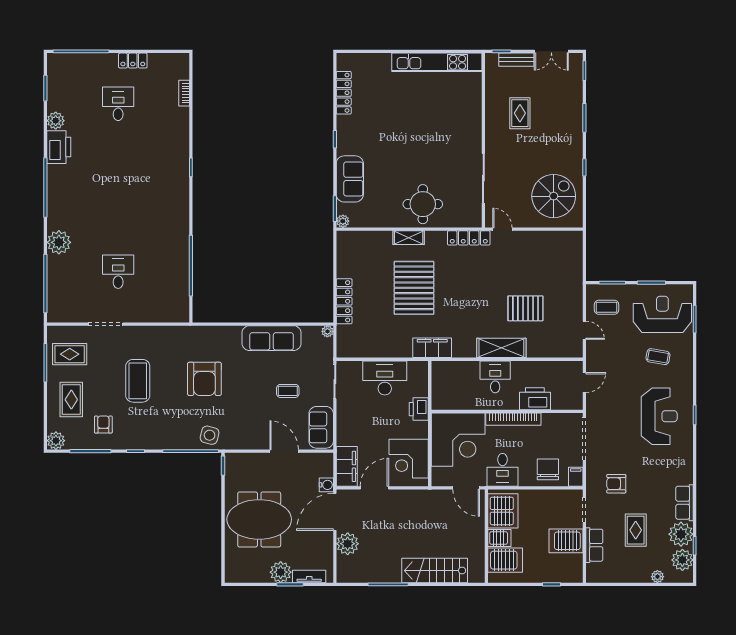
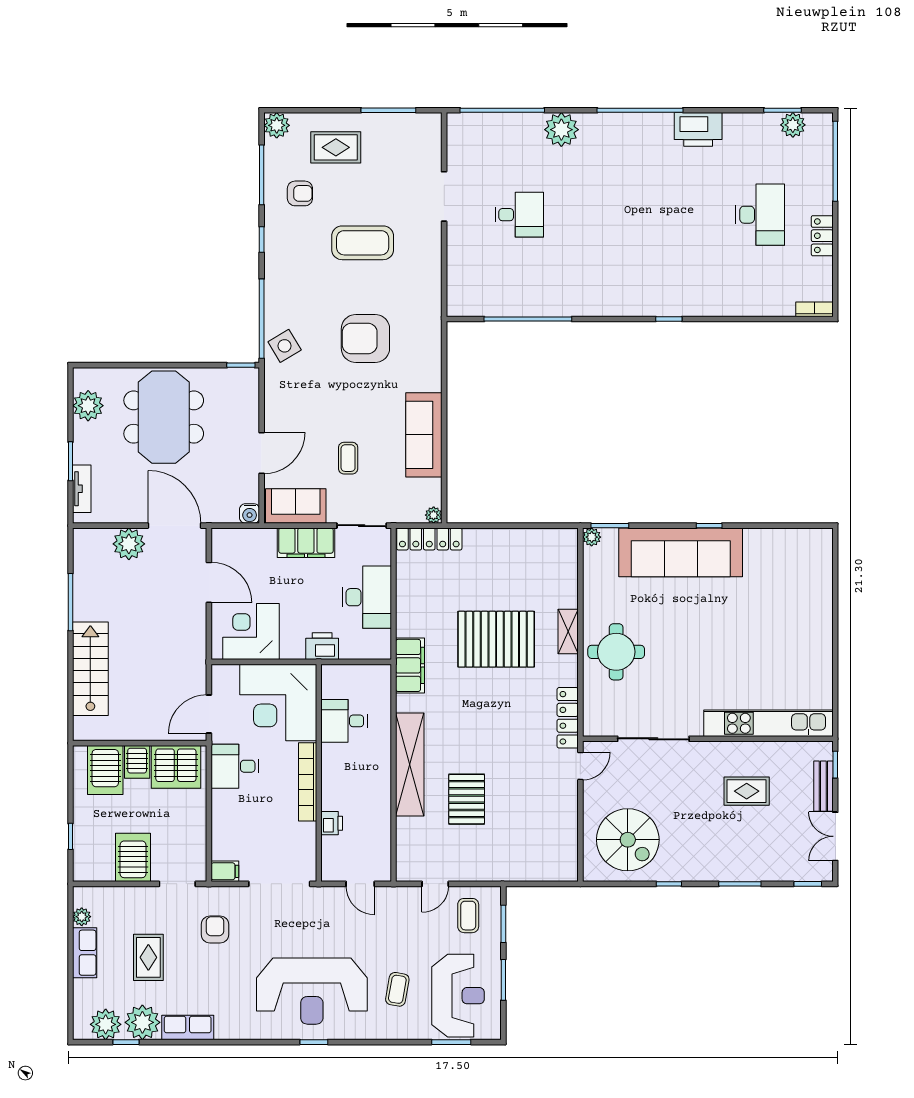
kitchen unit: (437, 62) -> (769, 723), moved, turned 90
bookcase: (184, 93) -> (814, 309), moved
locker: (344, 93) -> (776, 538), removed
desk: (118, 104) -> (760, 215), width x1.37
plant: (56, 121) -> (793, 125), moved
sofa: (350, 179) -> (681, 552), width x1.85, depth x1.27
locker: (344, 301) -> (429, 539), moved
shelving: (501, 348) -> (410, 765), width x1.47
rug: (70, 354) -> (401, 145), removed
desk: (495, 377) -> (344, 721), moved, turned 180
printer: (535, 399) -> (332, 823), width x0.53, depth x0.68
reception desk: (659, 416) -> (312, 991), width x1.36, depth x1.30
side table: (210, 435) -> (285, 346), turned 45
filing cabinet: (347, 466) -> (306, 543), moved
chair: (548, 469) -> (236, 831), removed
water cooler: (326, 485) -> (250, 514), moved
rug: (636, 530) -> (148, 957), turned 90
row of seats: (594, 545) -> (85, 953), moved, turned -90
plant: (281, 572) -> (88, 406), moved
plant: (657, 577) -> (82, 917), moved

